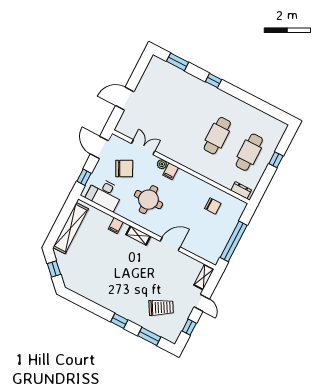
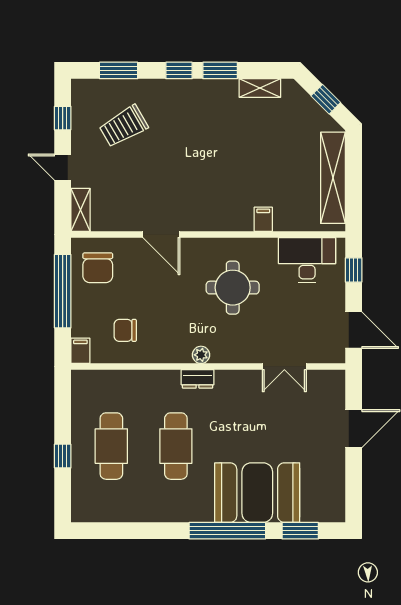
window: (214, 81) -> (227, 531), width x3.17
booth: (189, 92) -> (257, 493), added
plant: (162, 164) -> (201, 355), moved
chair: (124, 169) -> (98, 268), moved, turned -63
filing cabinet: (171, 171) -> (80, 351), moved
dresser: (241, 190) -> (198, 379), moved
shelving: (138, 235) -> (260, 88), moved
door: (170, 244) -> (161, 234), hinge flipped
window: (99, 310) -> (220, 70), added

